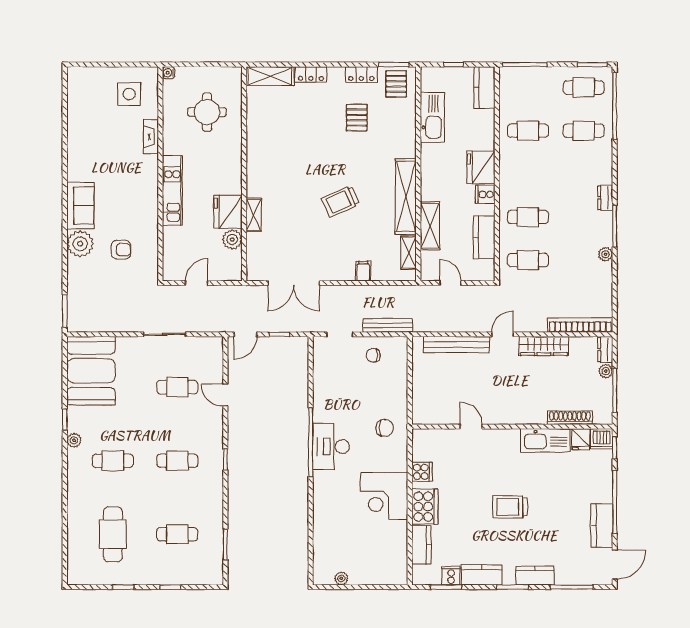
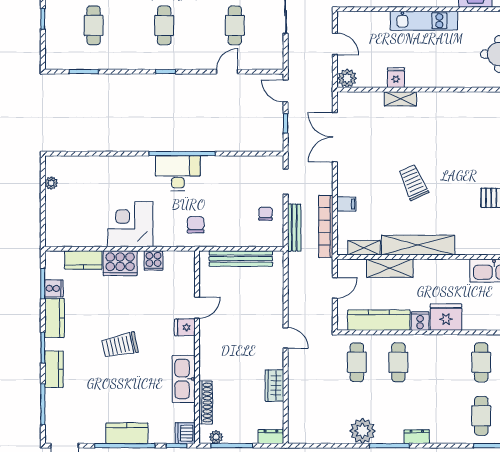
fridge: (228, 212) -> (396, 78), width x0.53, depth x0.75
kitchen counter: (484, 237) -> (379, 320), width x1.50
plant: (232, 239) -> (347, 78), moved
plant: (606, 254) -> (363, 431), width x1.88, depth x1.88
bookcase: (580, 325) -> (326, 226), moved, turned 180
bench: (456, 345) -> (241, 259), moved, turned 90
wardrobe: (544, 346) -> (274, 386), width x0.67
plant: (606, 371) -> (216, 437), moved
chair: (385, 428) -> (196, 225), turned 180
fridge: (580, 439) -> (185, 327), moved
trolley: (510, 507) -> (120, 345), turned -102
kitchen counter: (602, 526) -> (127, 433), moved

